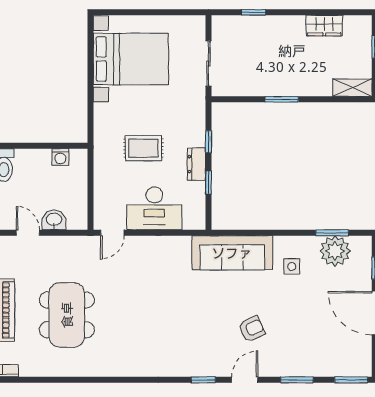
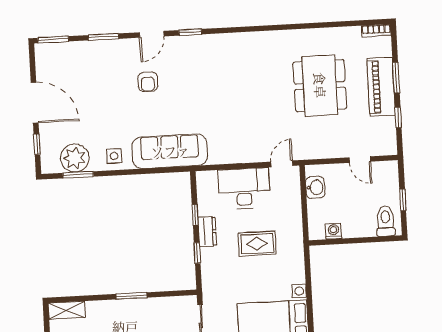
washbasin: (54, 220) -> (315, 187), moved, turned -90
side table: (292, 266) -> (114, 156), moved
armchair: (252, 329) -> (148, 82), turned -65

